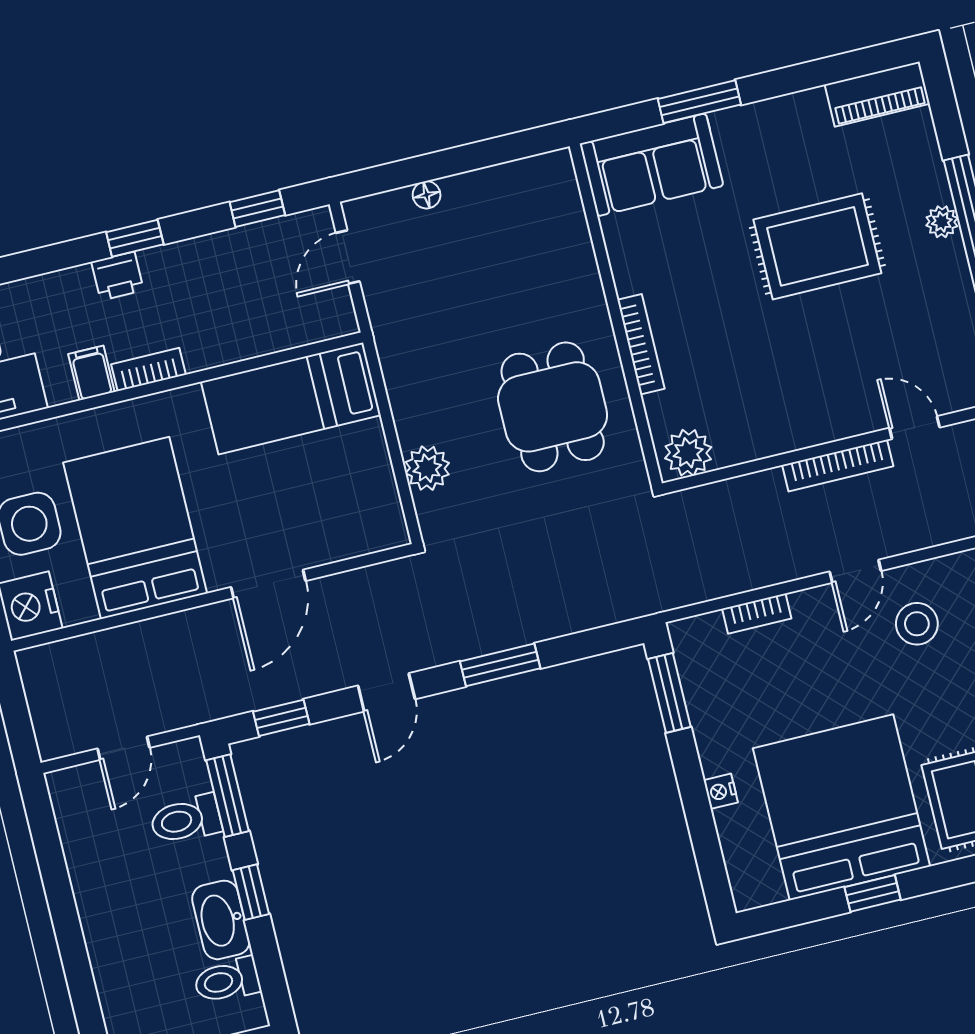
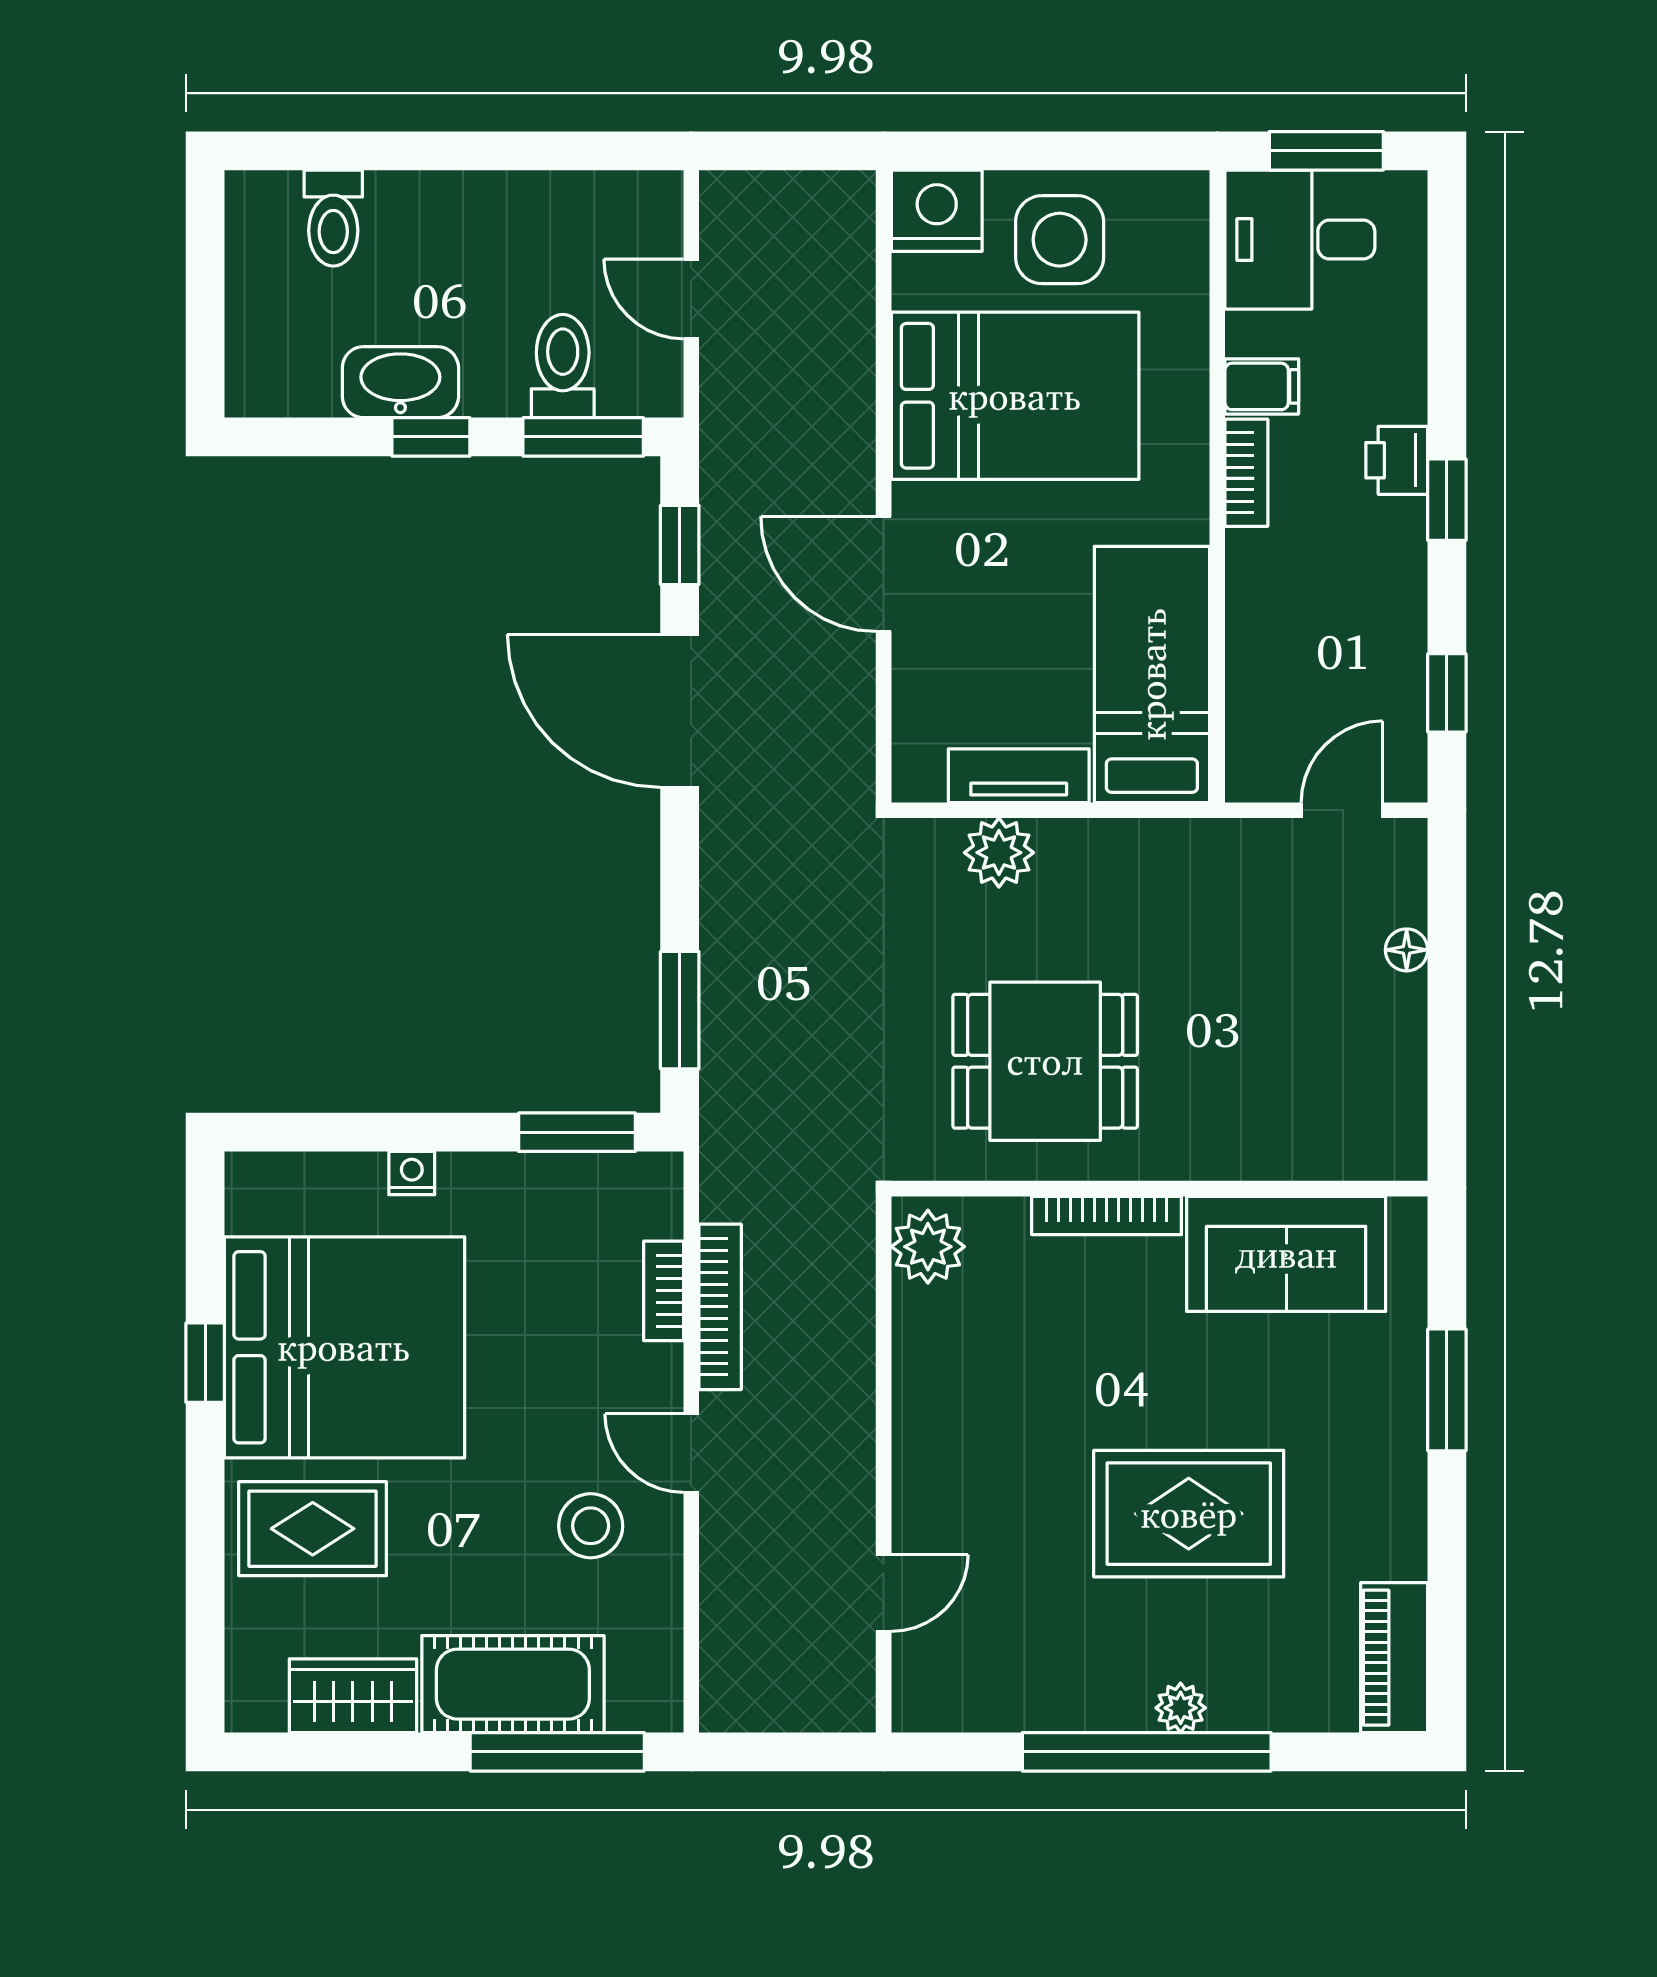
sofa: (652, 165) -> (1286, 1254), moved, turned -90
rug: (817, 246) -> (1189, 1514), turned 90
door: (348, 257) -> (1342, 810), hinge flipped
bookcase: (838, 466) -> (720, 1307), moved, turned 180
tv unit: (376, 467) -> (1019, 776), added
window: (500, 665) -> (680, 1010), moved
door: (386, 692) -> (680, 711), width x1.88
toilet: (227, 980) -> (333, 218), moved, turned 180

